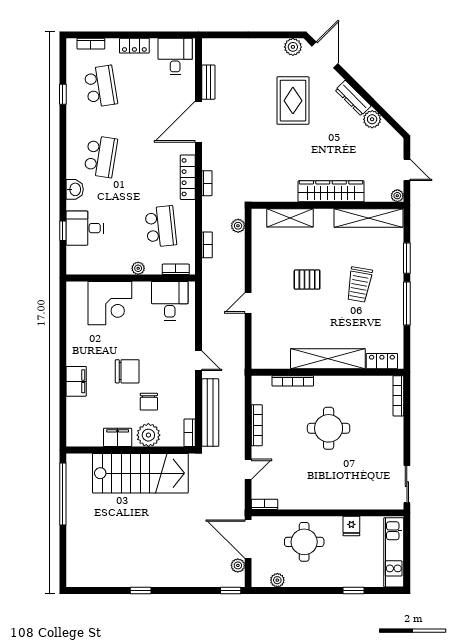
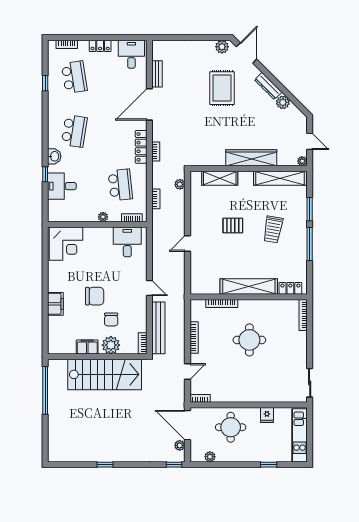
window: (63, 231) -> (45, 174), moved
corner desk: (110, 303) -> (66, 244), moved

